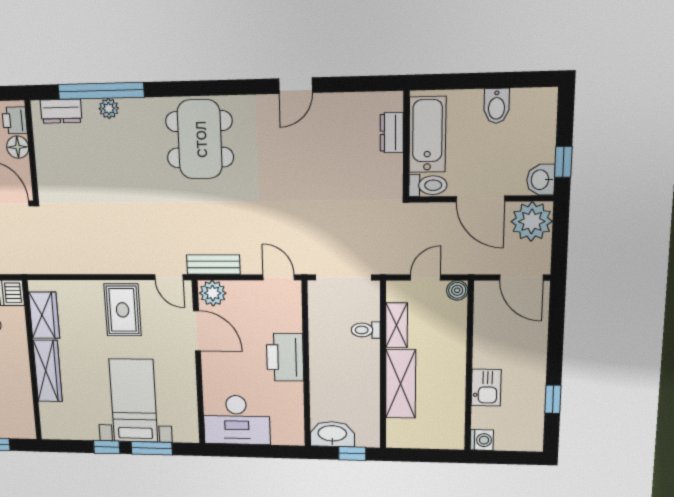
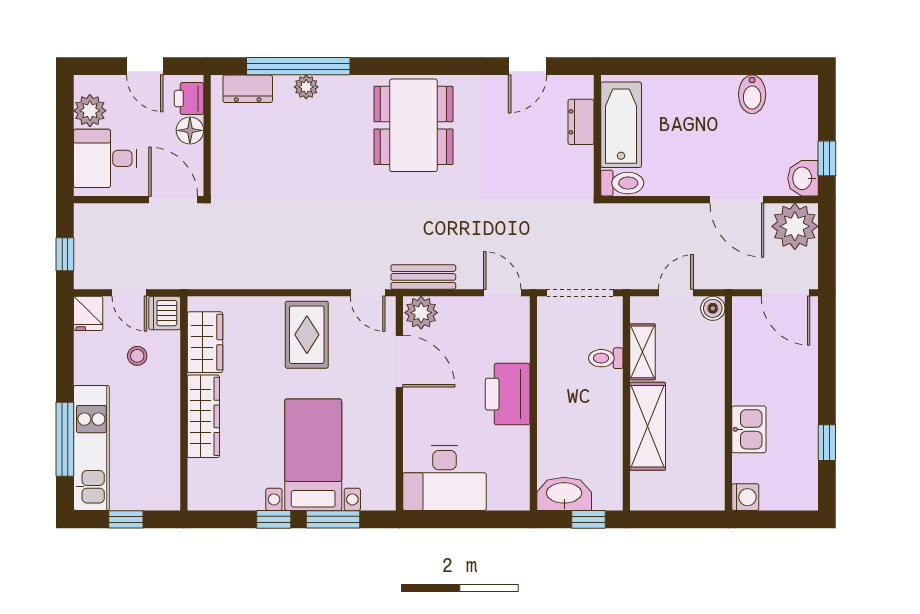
dresser: (392, 133) -> (581, 122), moved
bathtub: (427, 135) -> (621, 125), moved
wall: (406, 144) -> (597, 135), moved
toilet: (428, 185) -> (622, 183), moved

